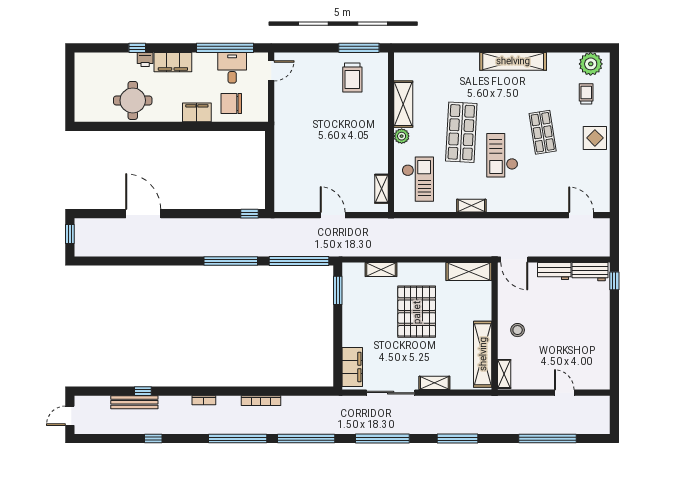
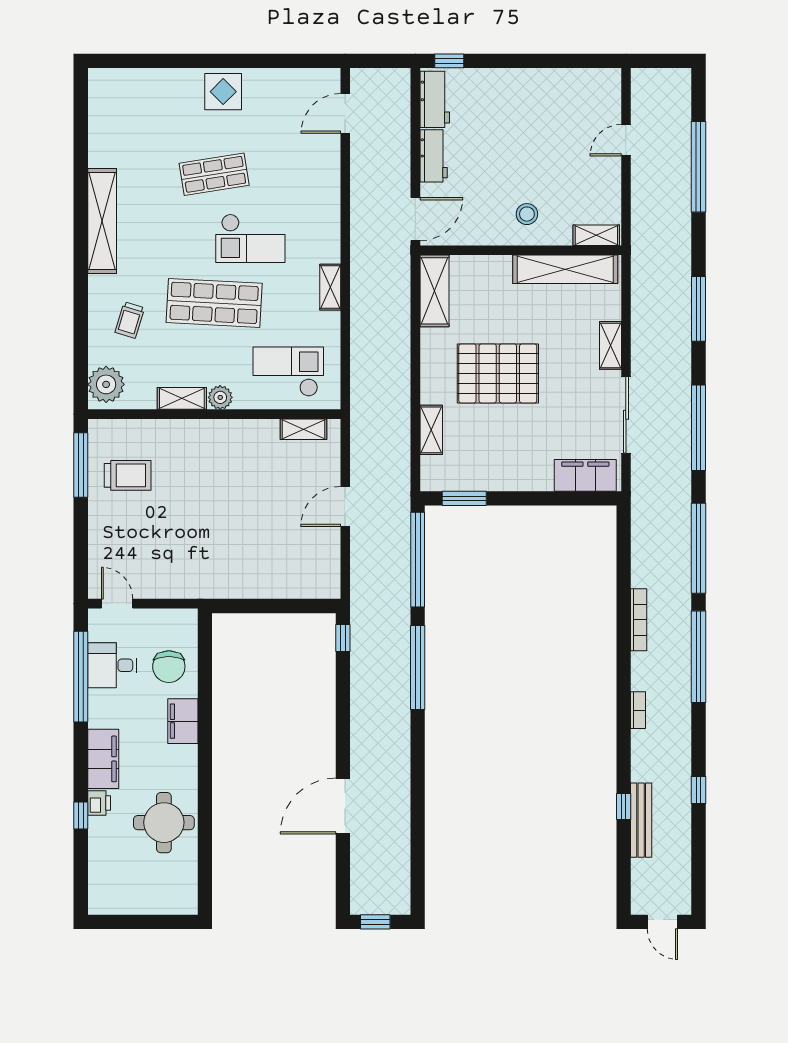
plant: (591, 64) -> (106, 384), moved
trolley: (586, 94) -> (130, 320), moved, turned -73
shelving: (403, 104) -> (182, 398), width x0.67, depth x0.75

